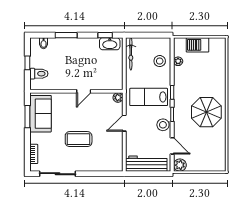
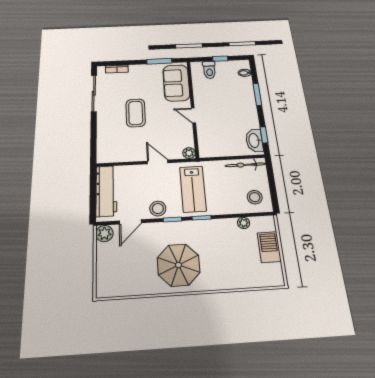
stool: (160, 61) -> (255, 197), moved
lab bench: (149, 97) -> (193, 189), turned 180
sofa: (40, 114) -> (176, 83), moved, turned 90

